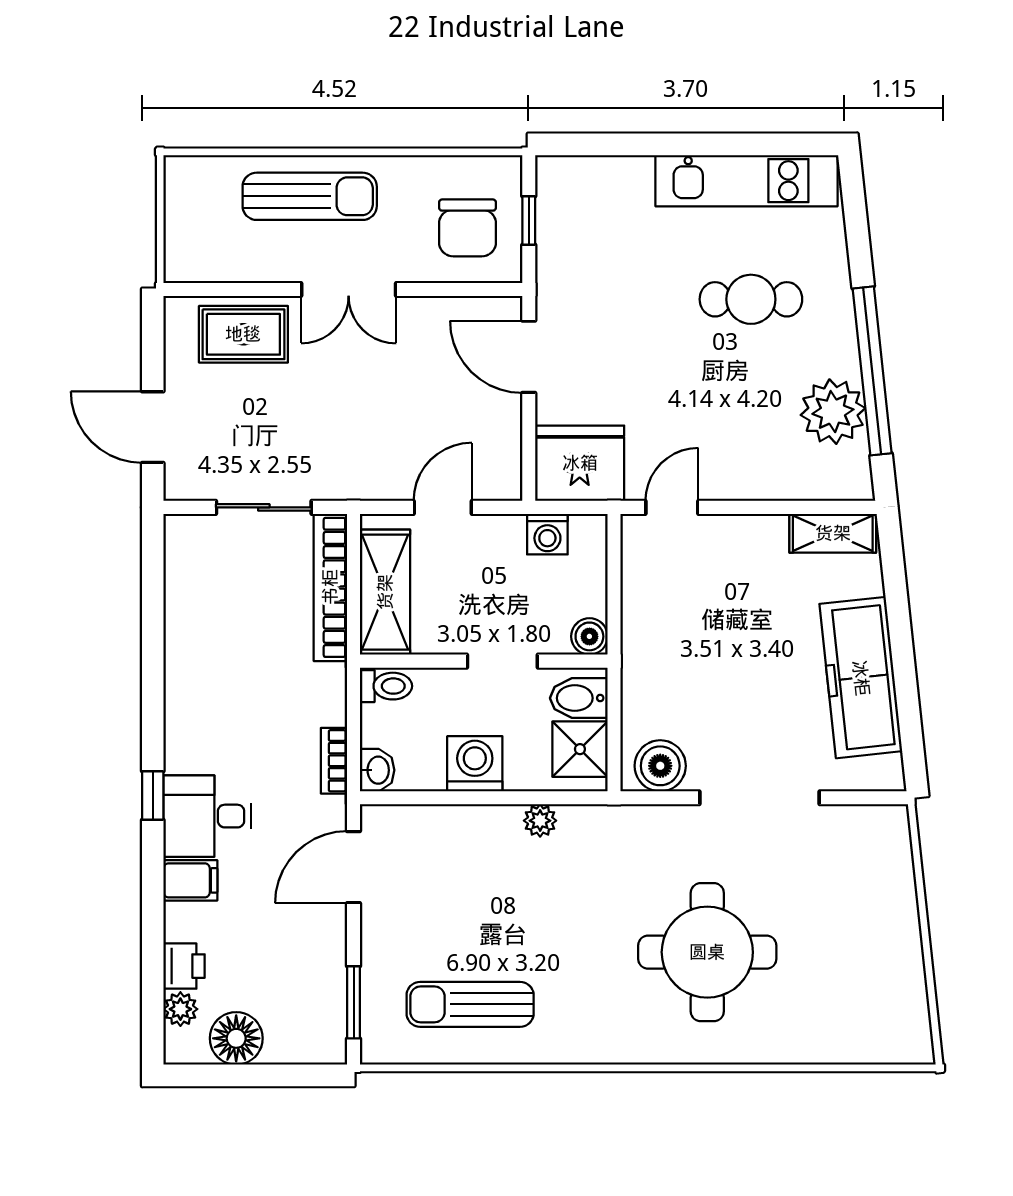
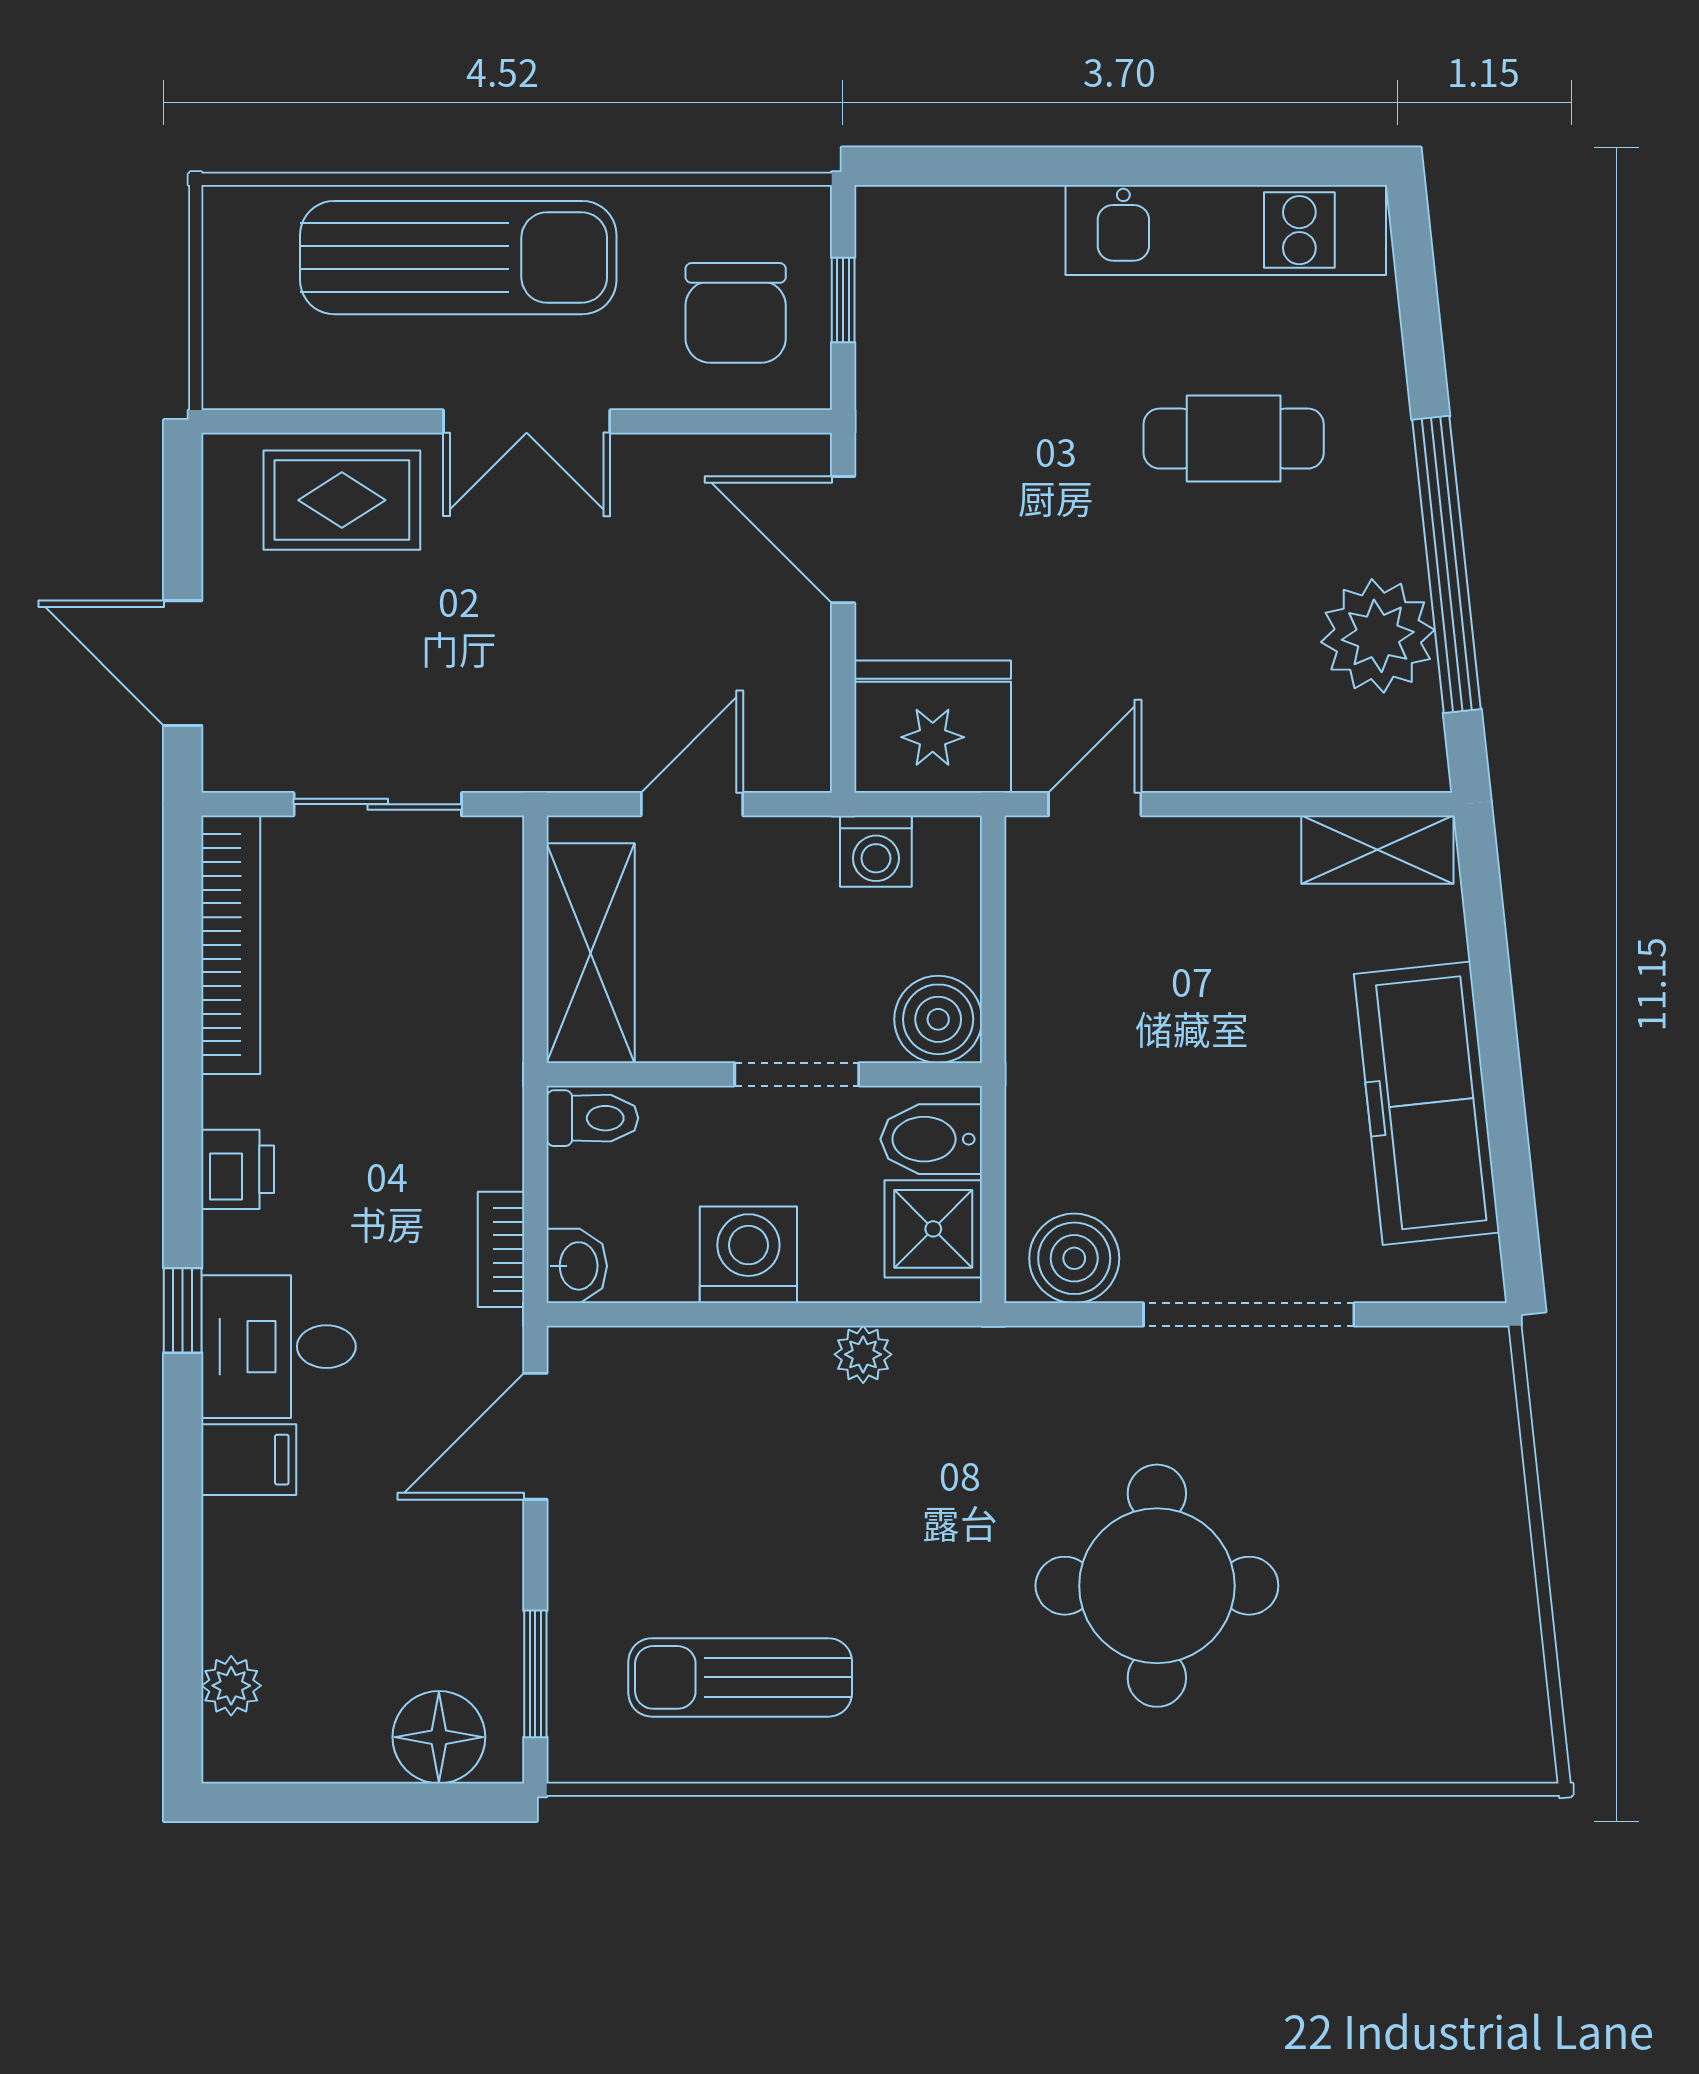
sun lounger: (310, 196) -> (458, 258), width x1.36, depth x1.34
bookcase: (330, 587) -> (231, 945), moved, turned 180
boiler: (589, 636) -> (938, 1019), width x1.36, depth x1.36
printer: (184, 966) -> (238, 1169), moved
floor lamp: (236, 1038) -> (439, 1737), moved

